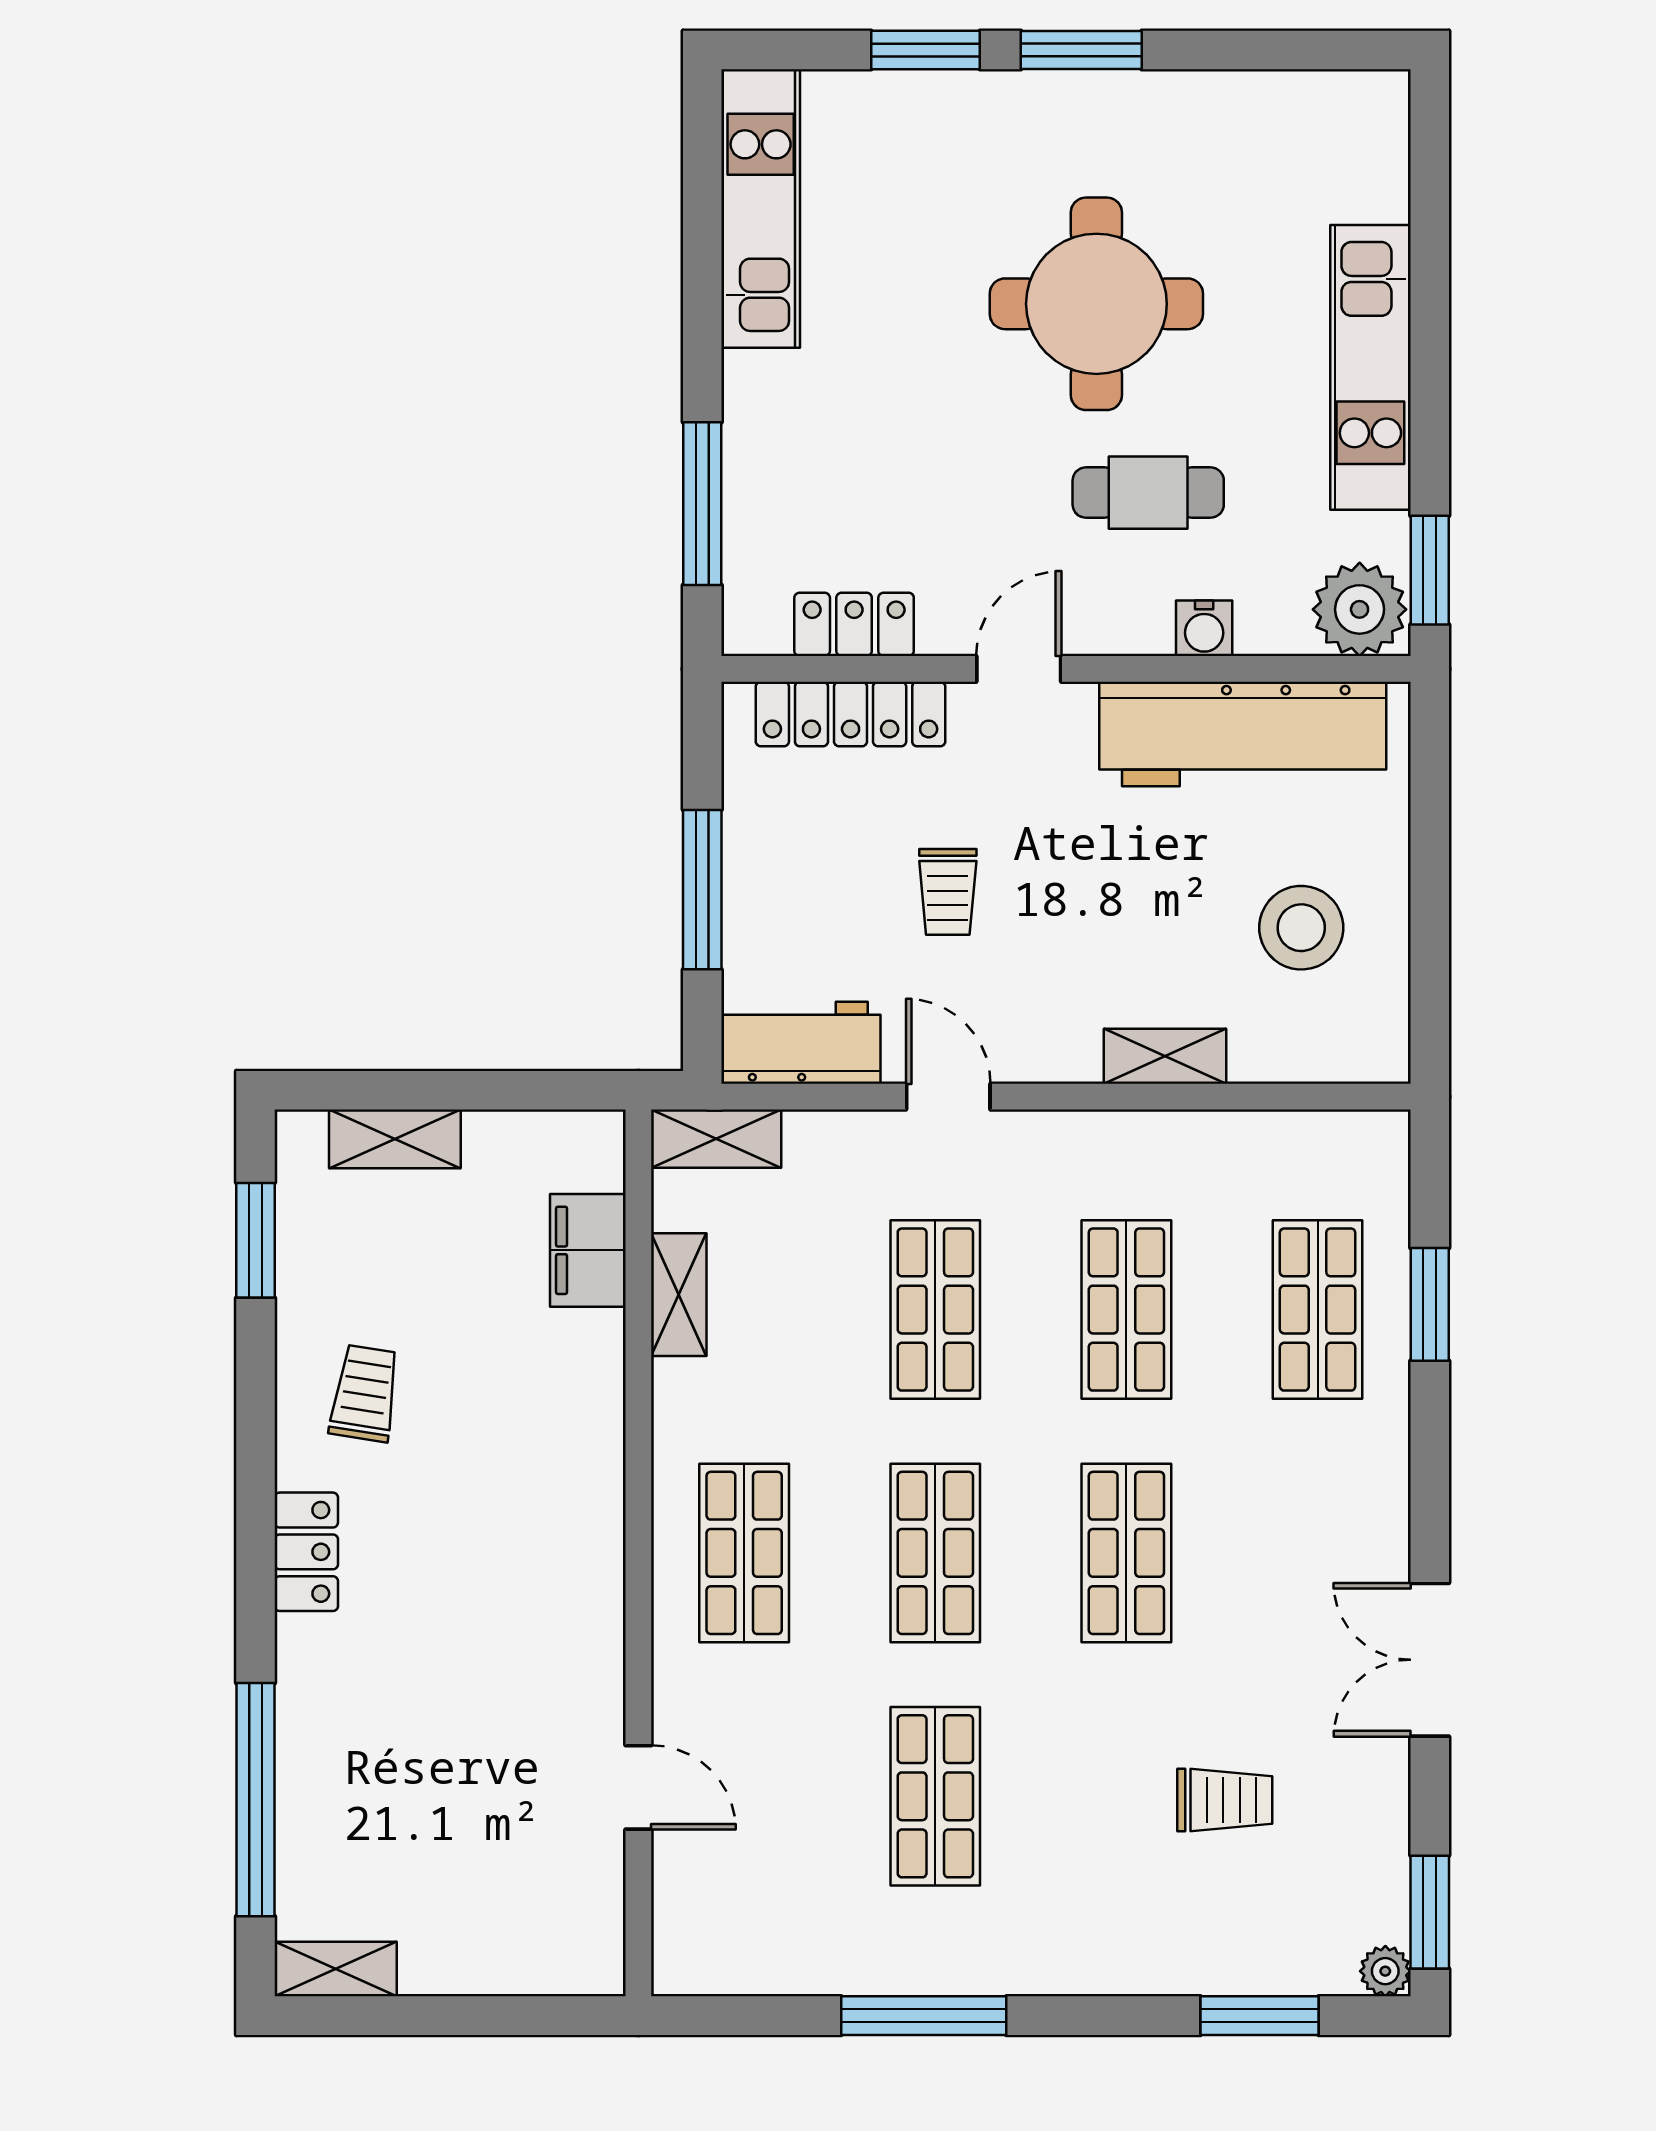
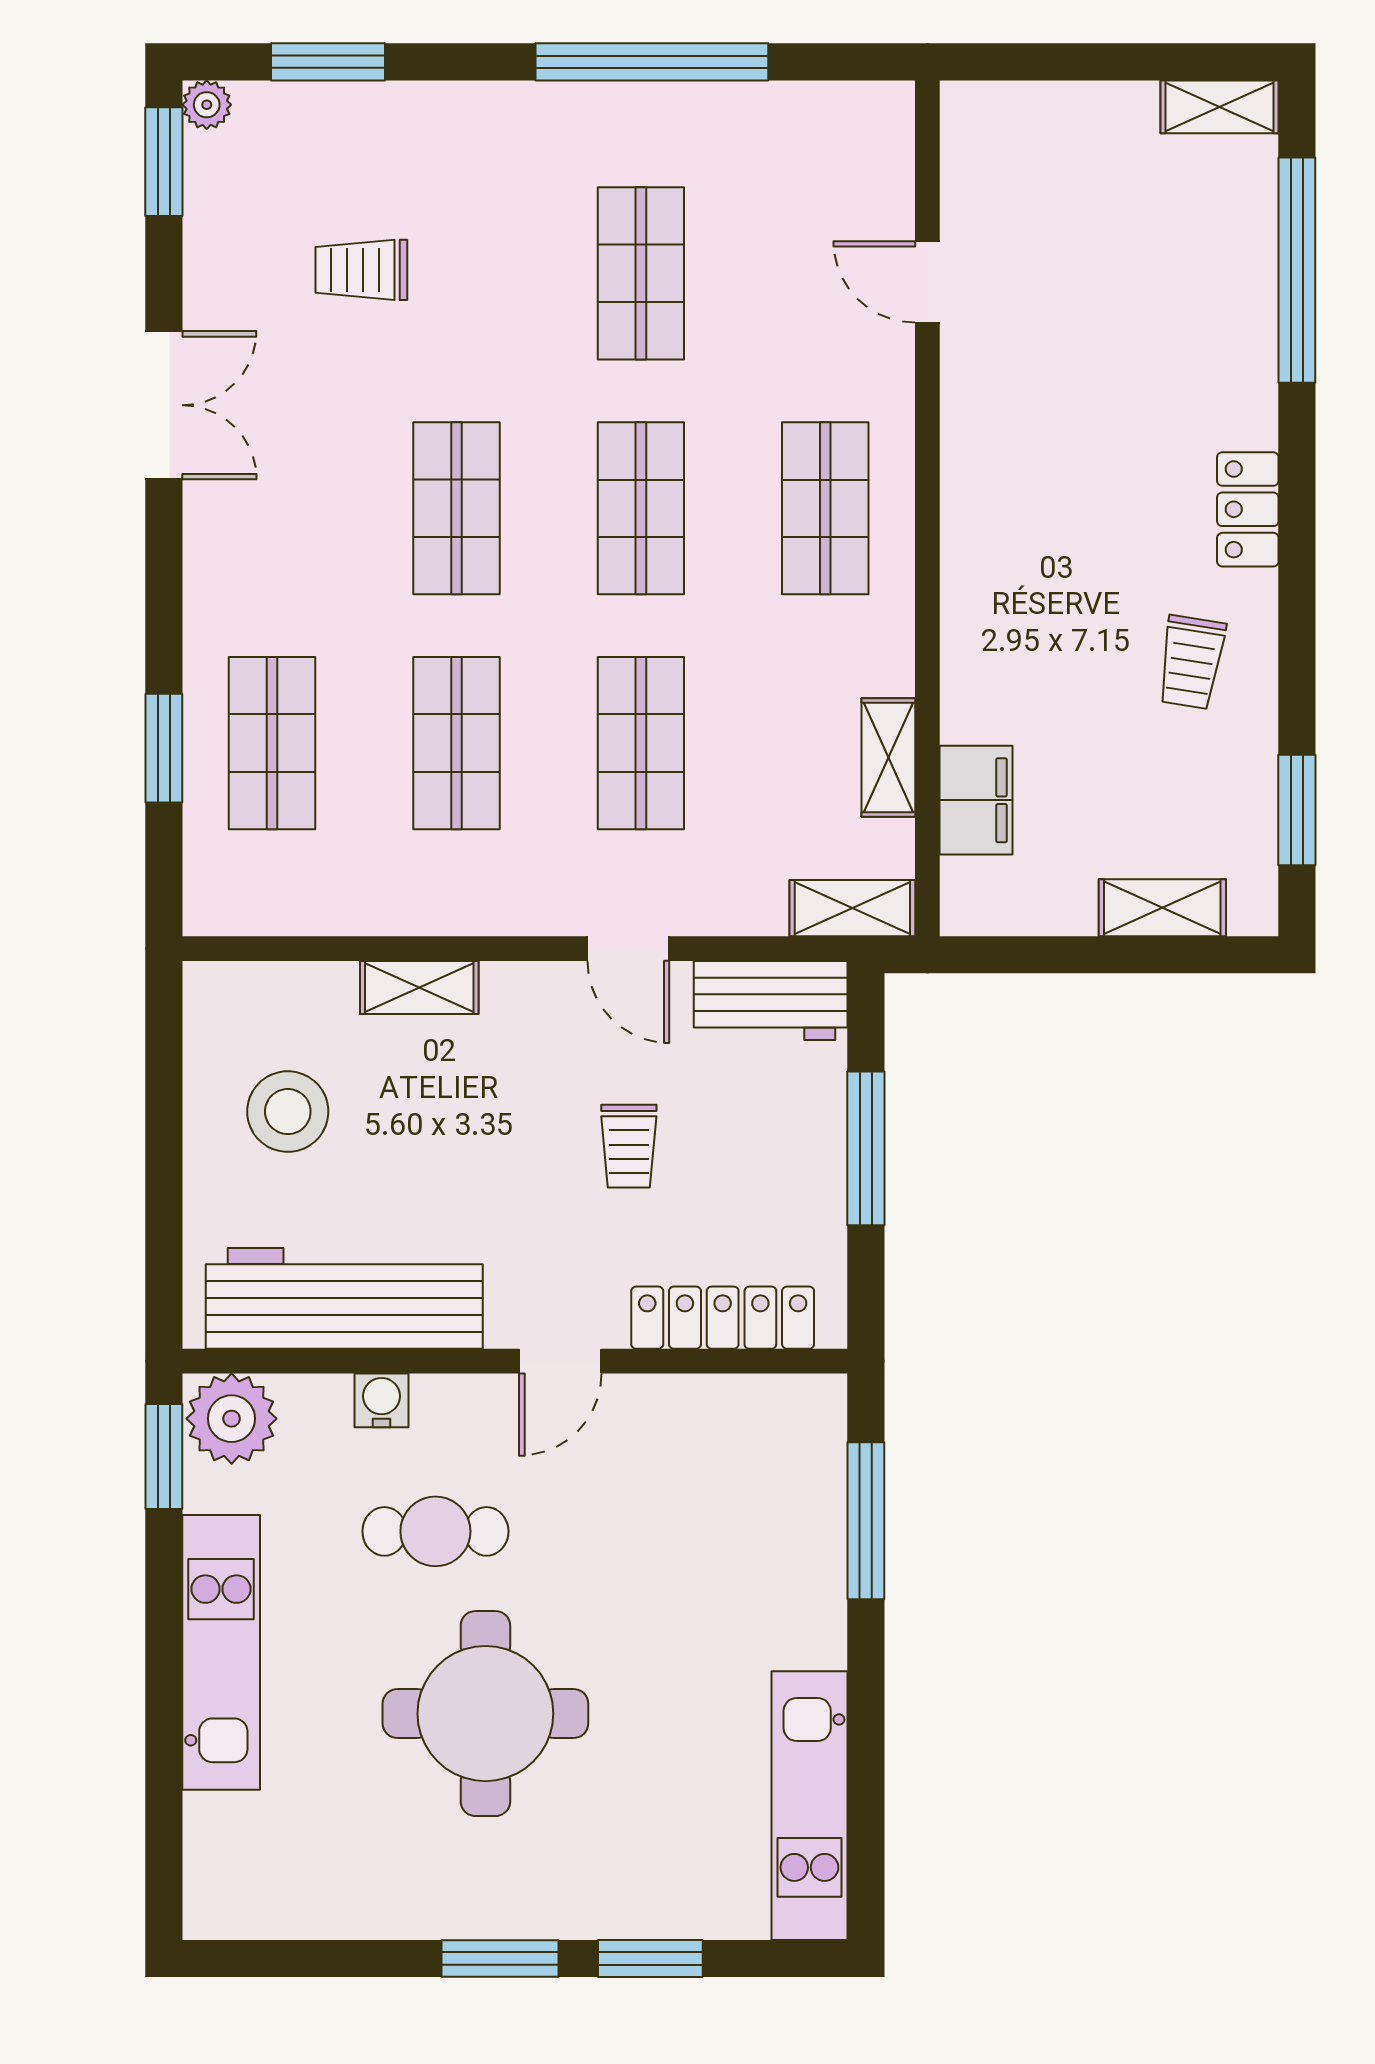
locker: (854, 624) -> (719, 1404), removed
trolley: (948, 892) -> (629, 1146), turned 180
window: (924, 2016) -> (652, 62), width x1.46

